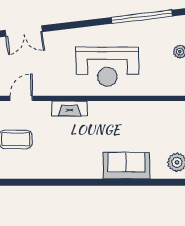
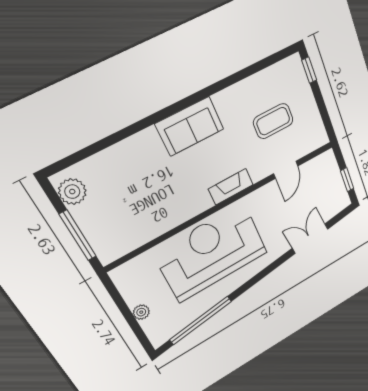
reception desk: (107, 67) -> (212, 253), width x1.36, depth x1.30
sofa: (126, 166) -> (190, 126), moved

